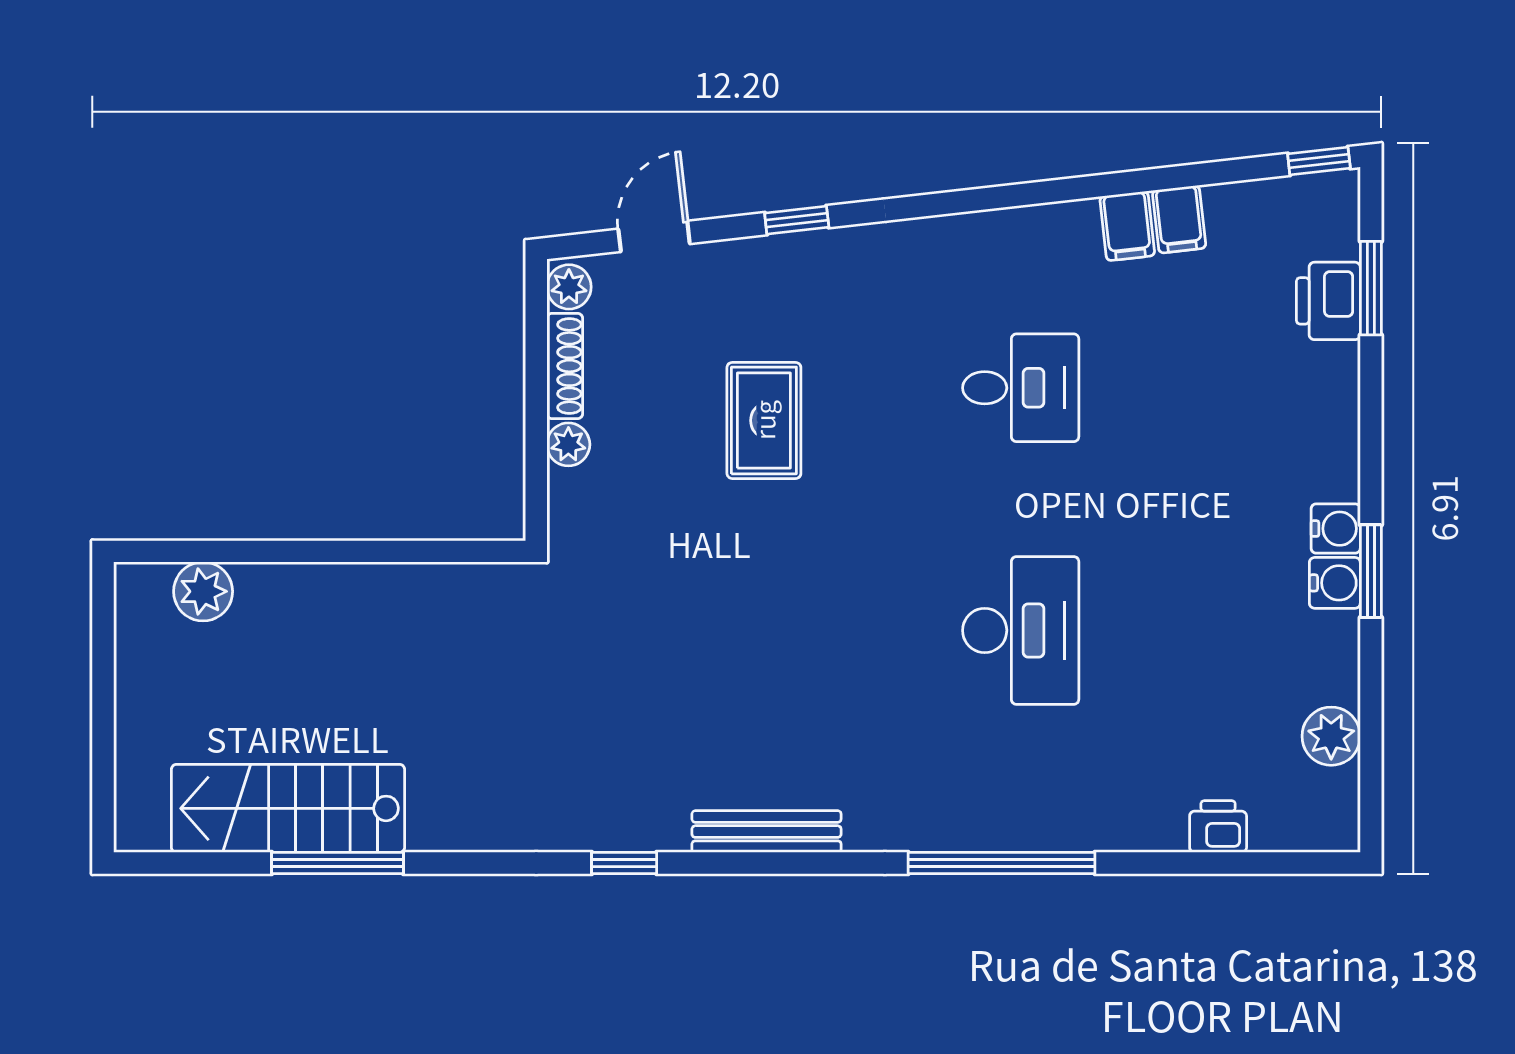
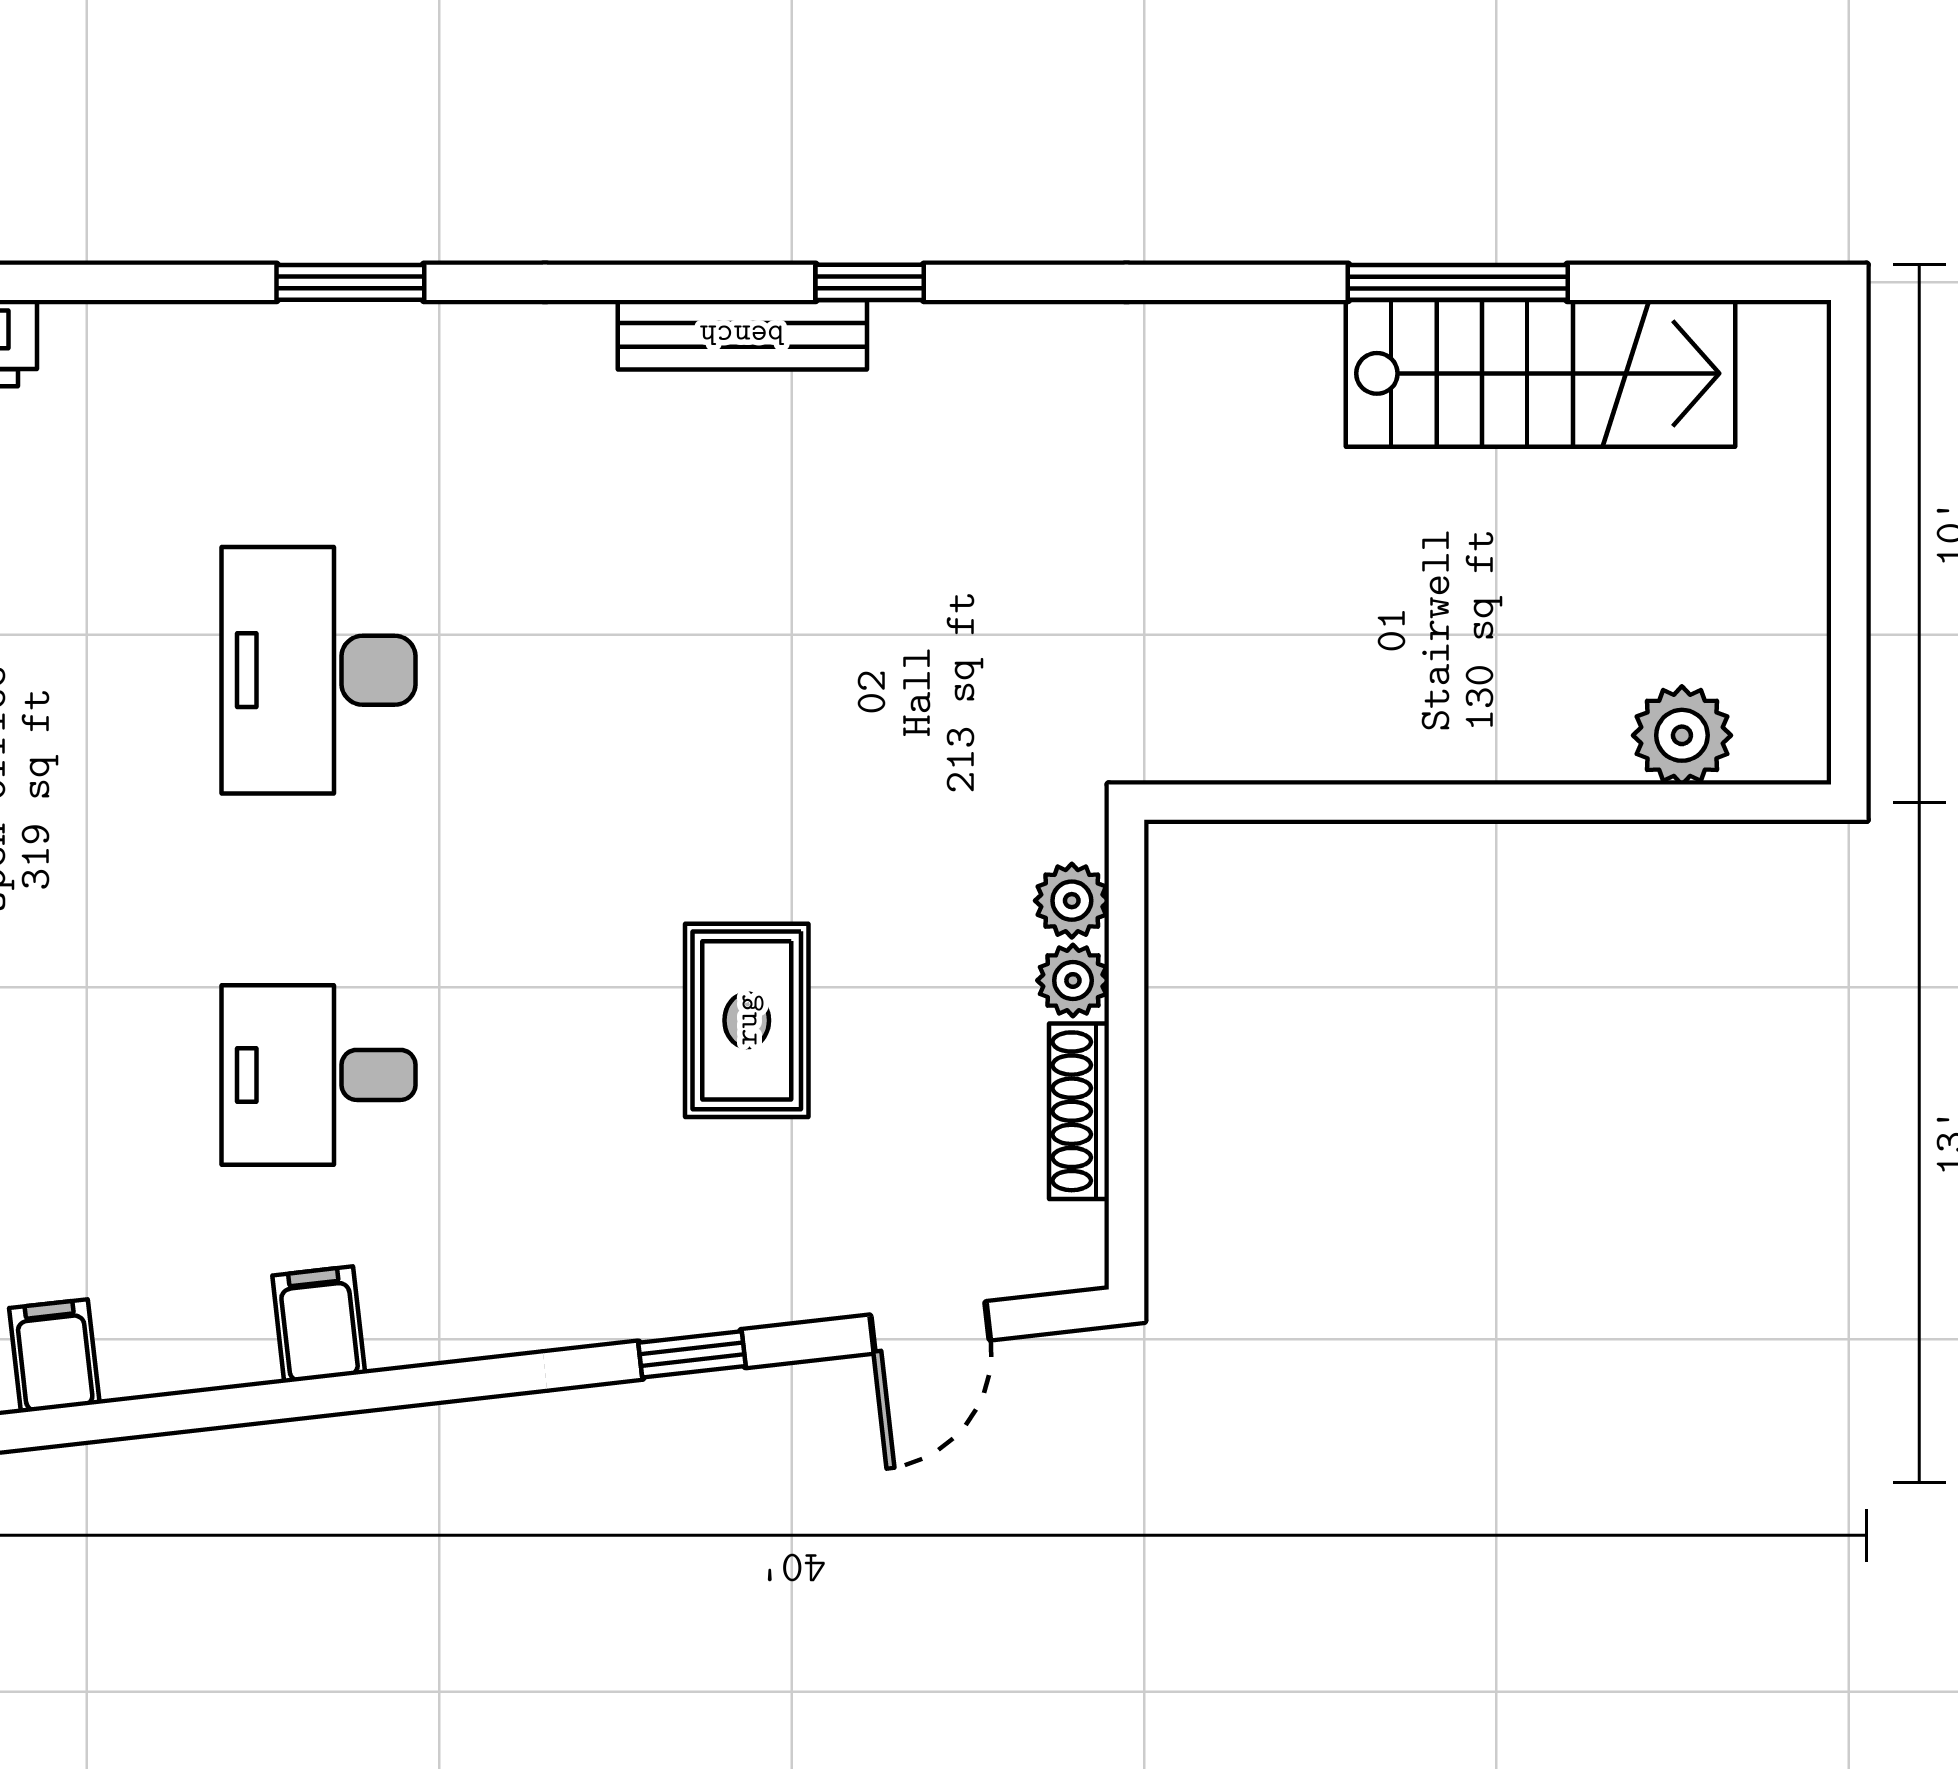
filing cabinet: (1127, 226) -> (319, 1324), moved
plant: (569, 287) -> (1072, 901), moved
window: (624, 863) -> (870, 282), moved
window: (1002, 863) -> (350, 282), width x0.47

